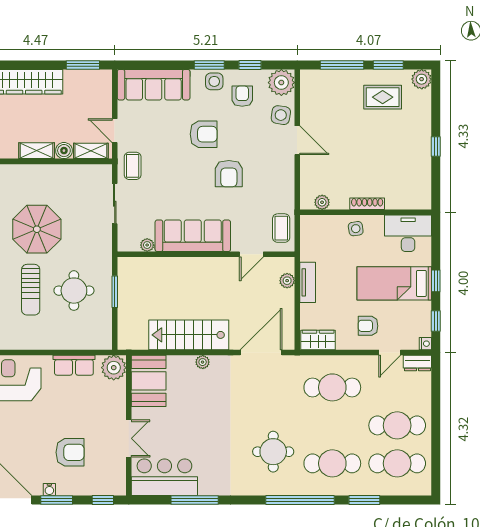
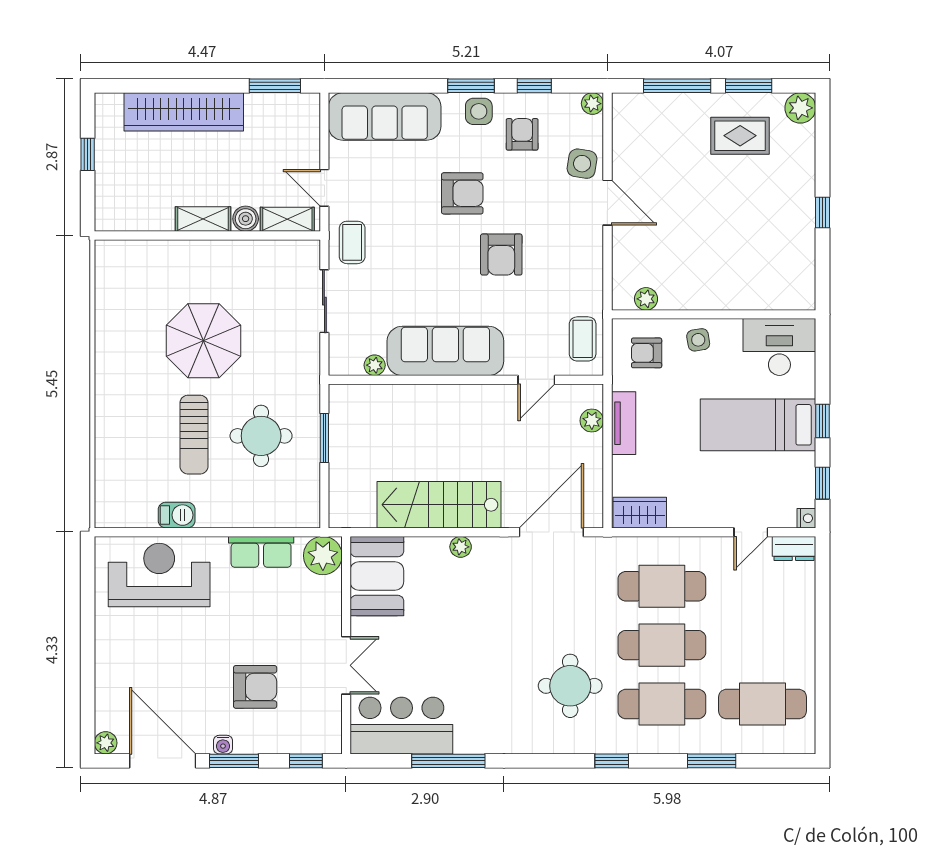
plant: (281, 83) -> (592, 104), width x0.53, depth x0.53
shoe rack: (367, 204) -> (716, 301), removed
armchair: (368, 326) -> (647, 353), moved
barbecue: (20, 342) -> (177, 515), added
cafe table: (397, 425) -> (662, 645), moved
window: (300, 500) -> (612, 761), width x0.32

